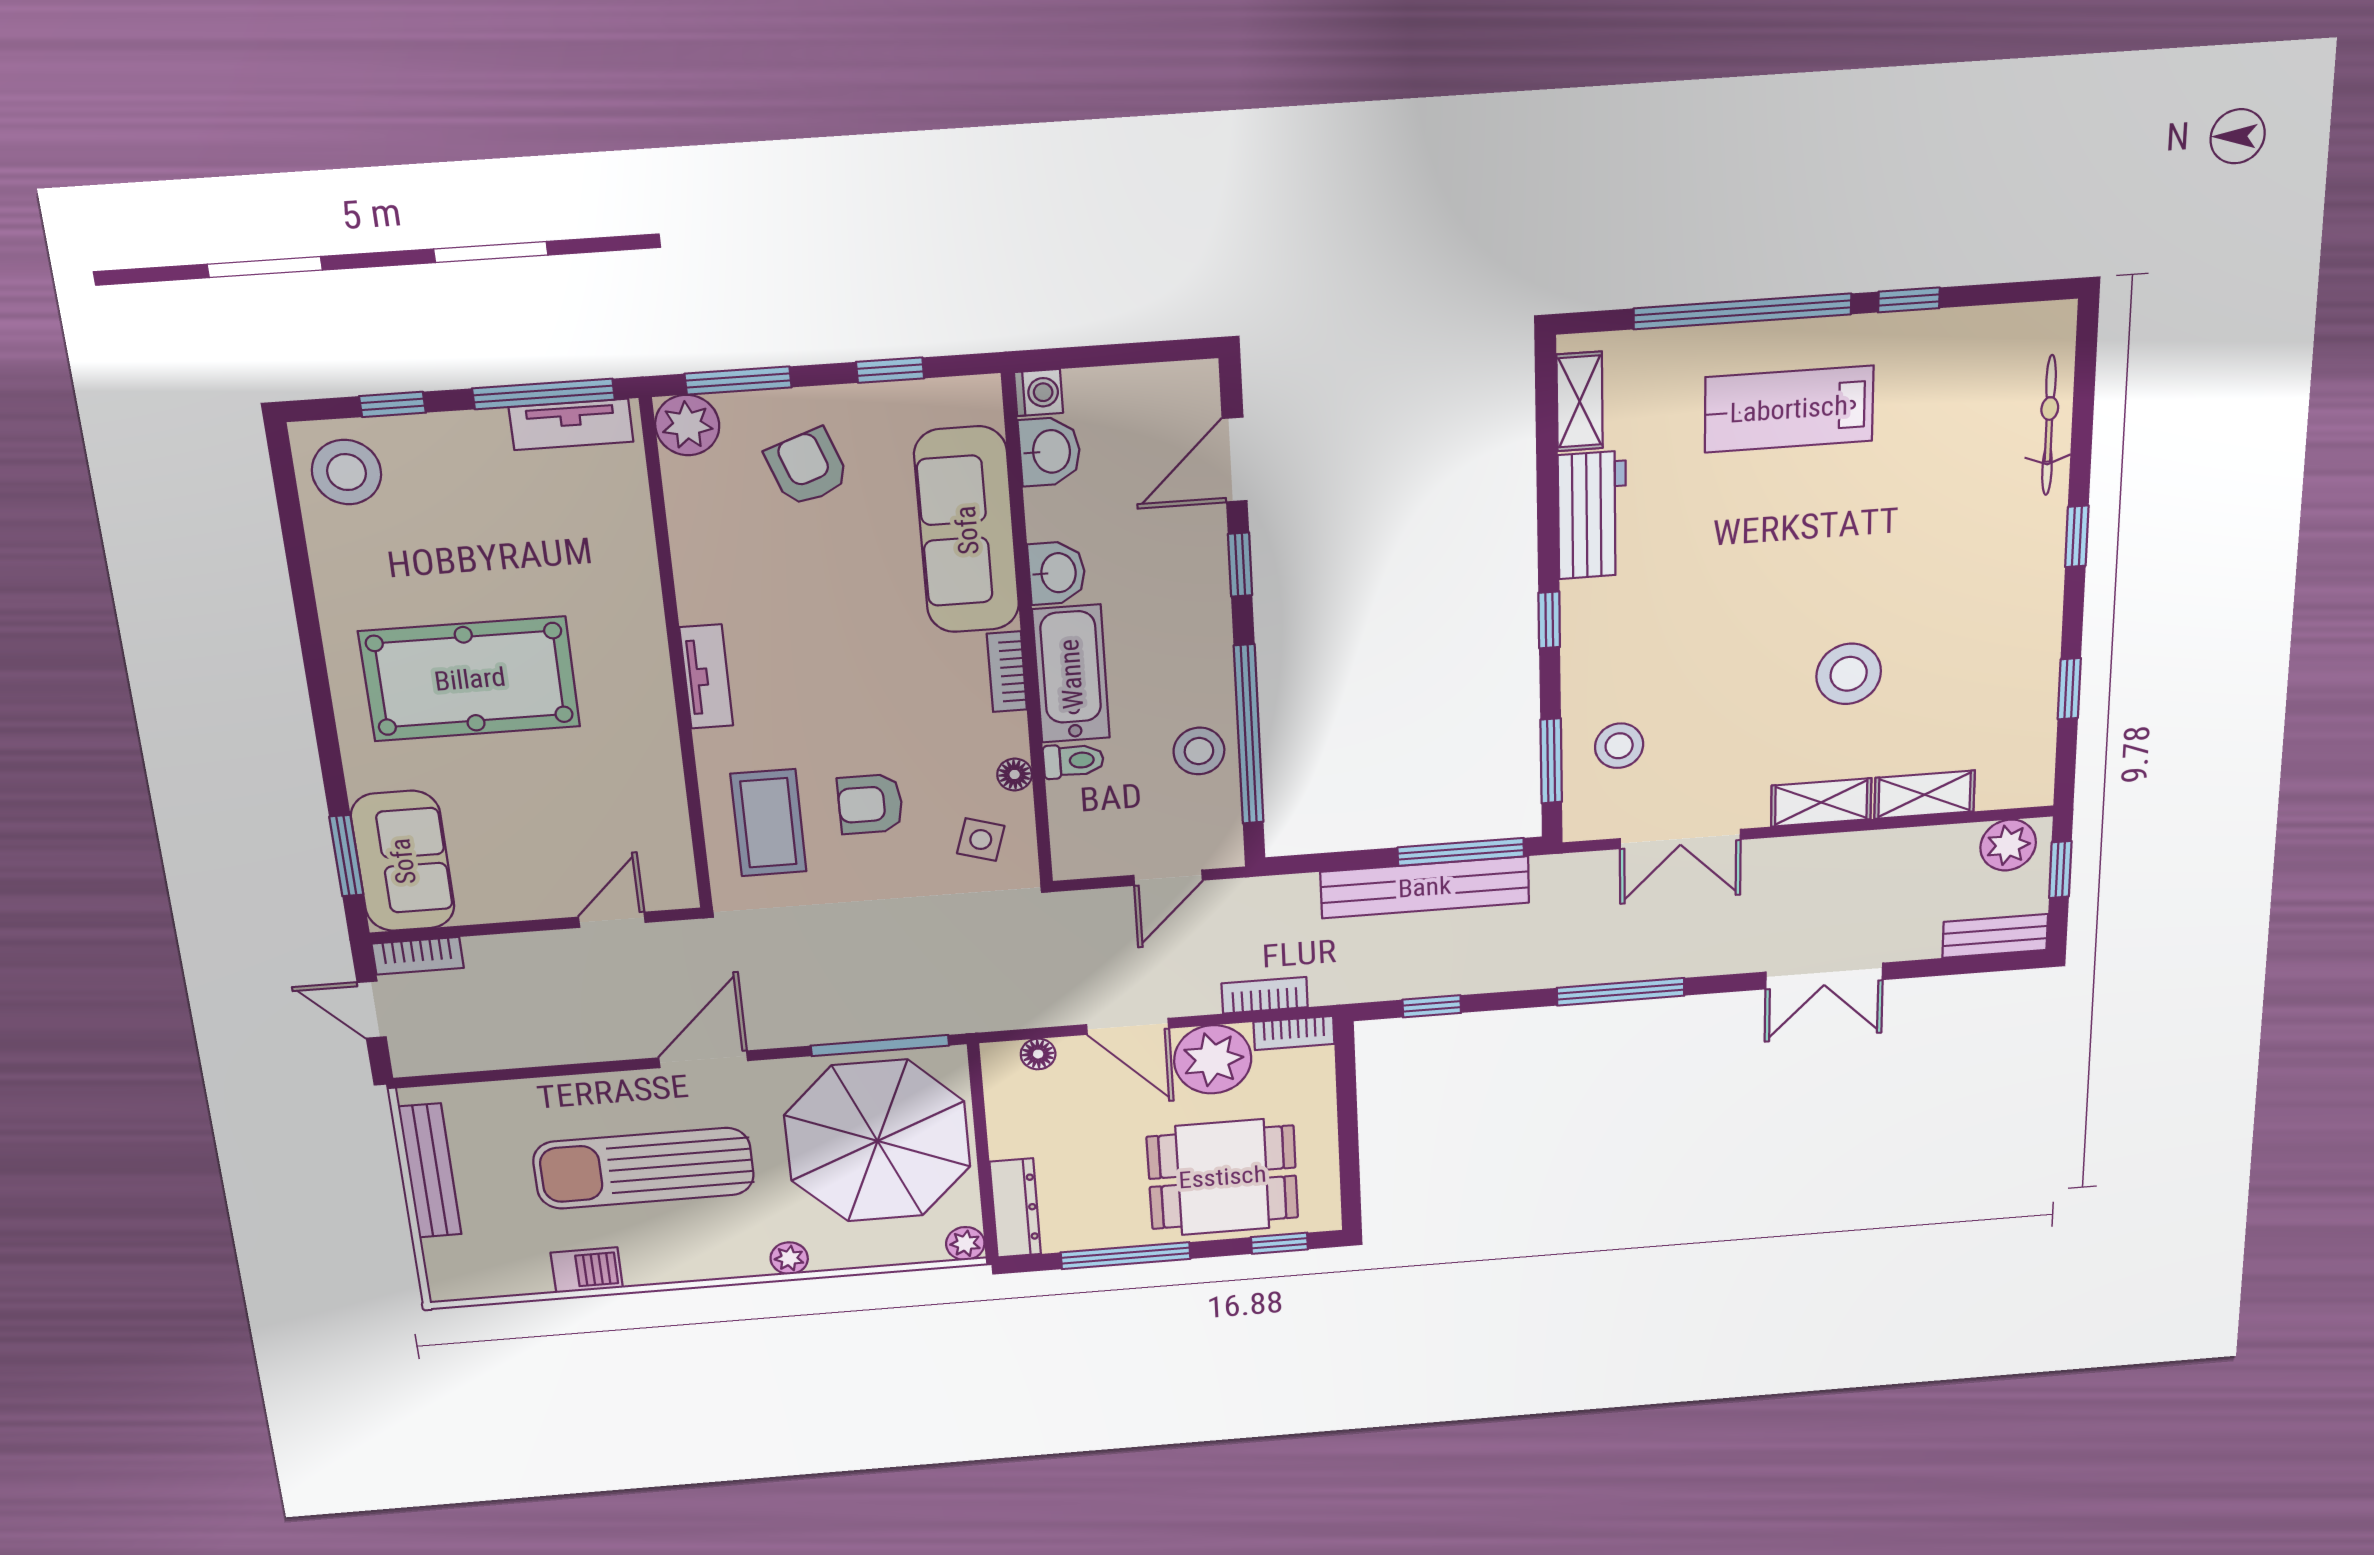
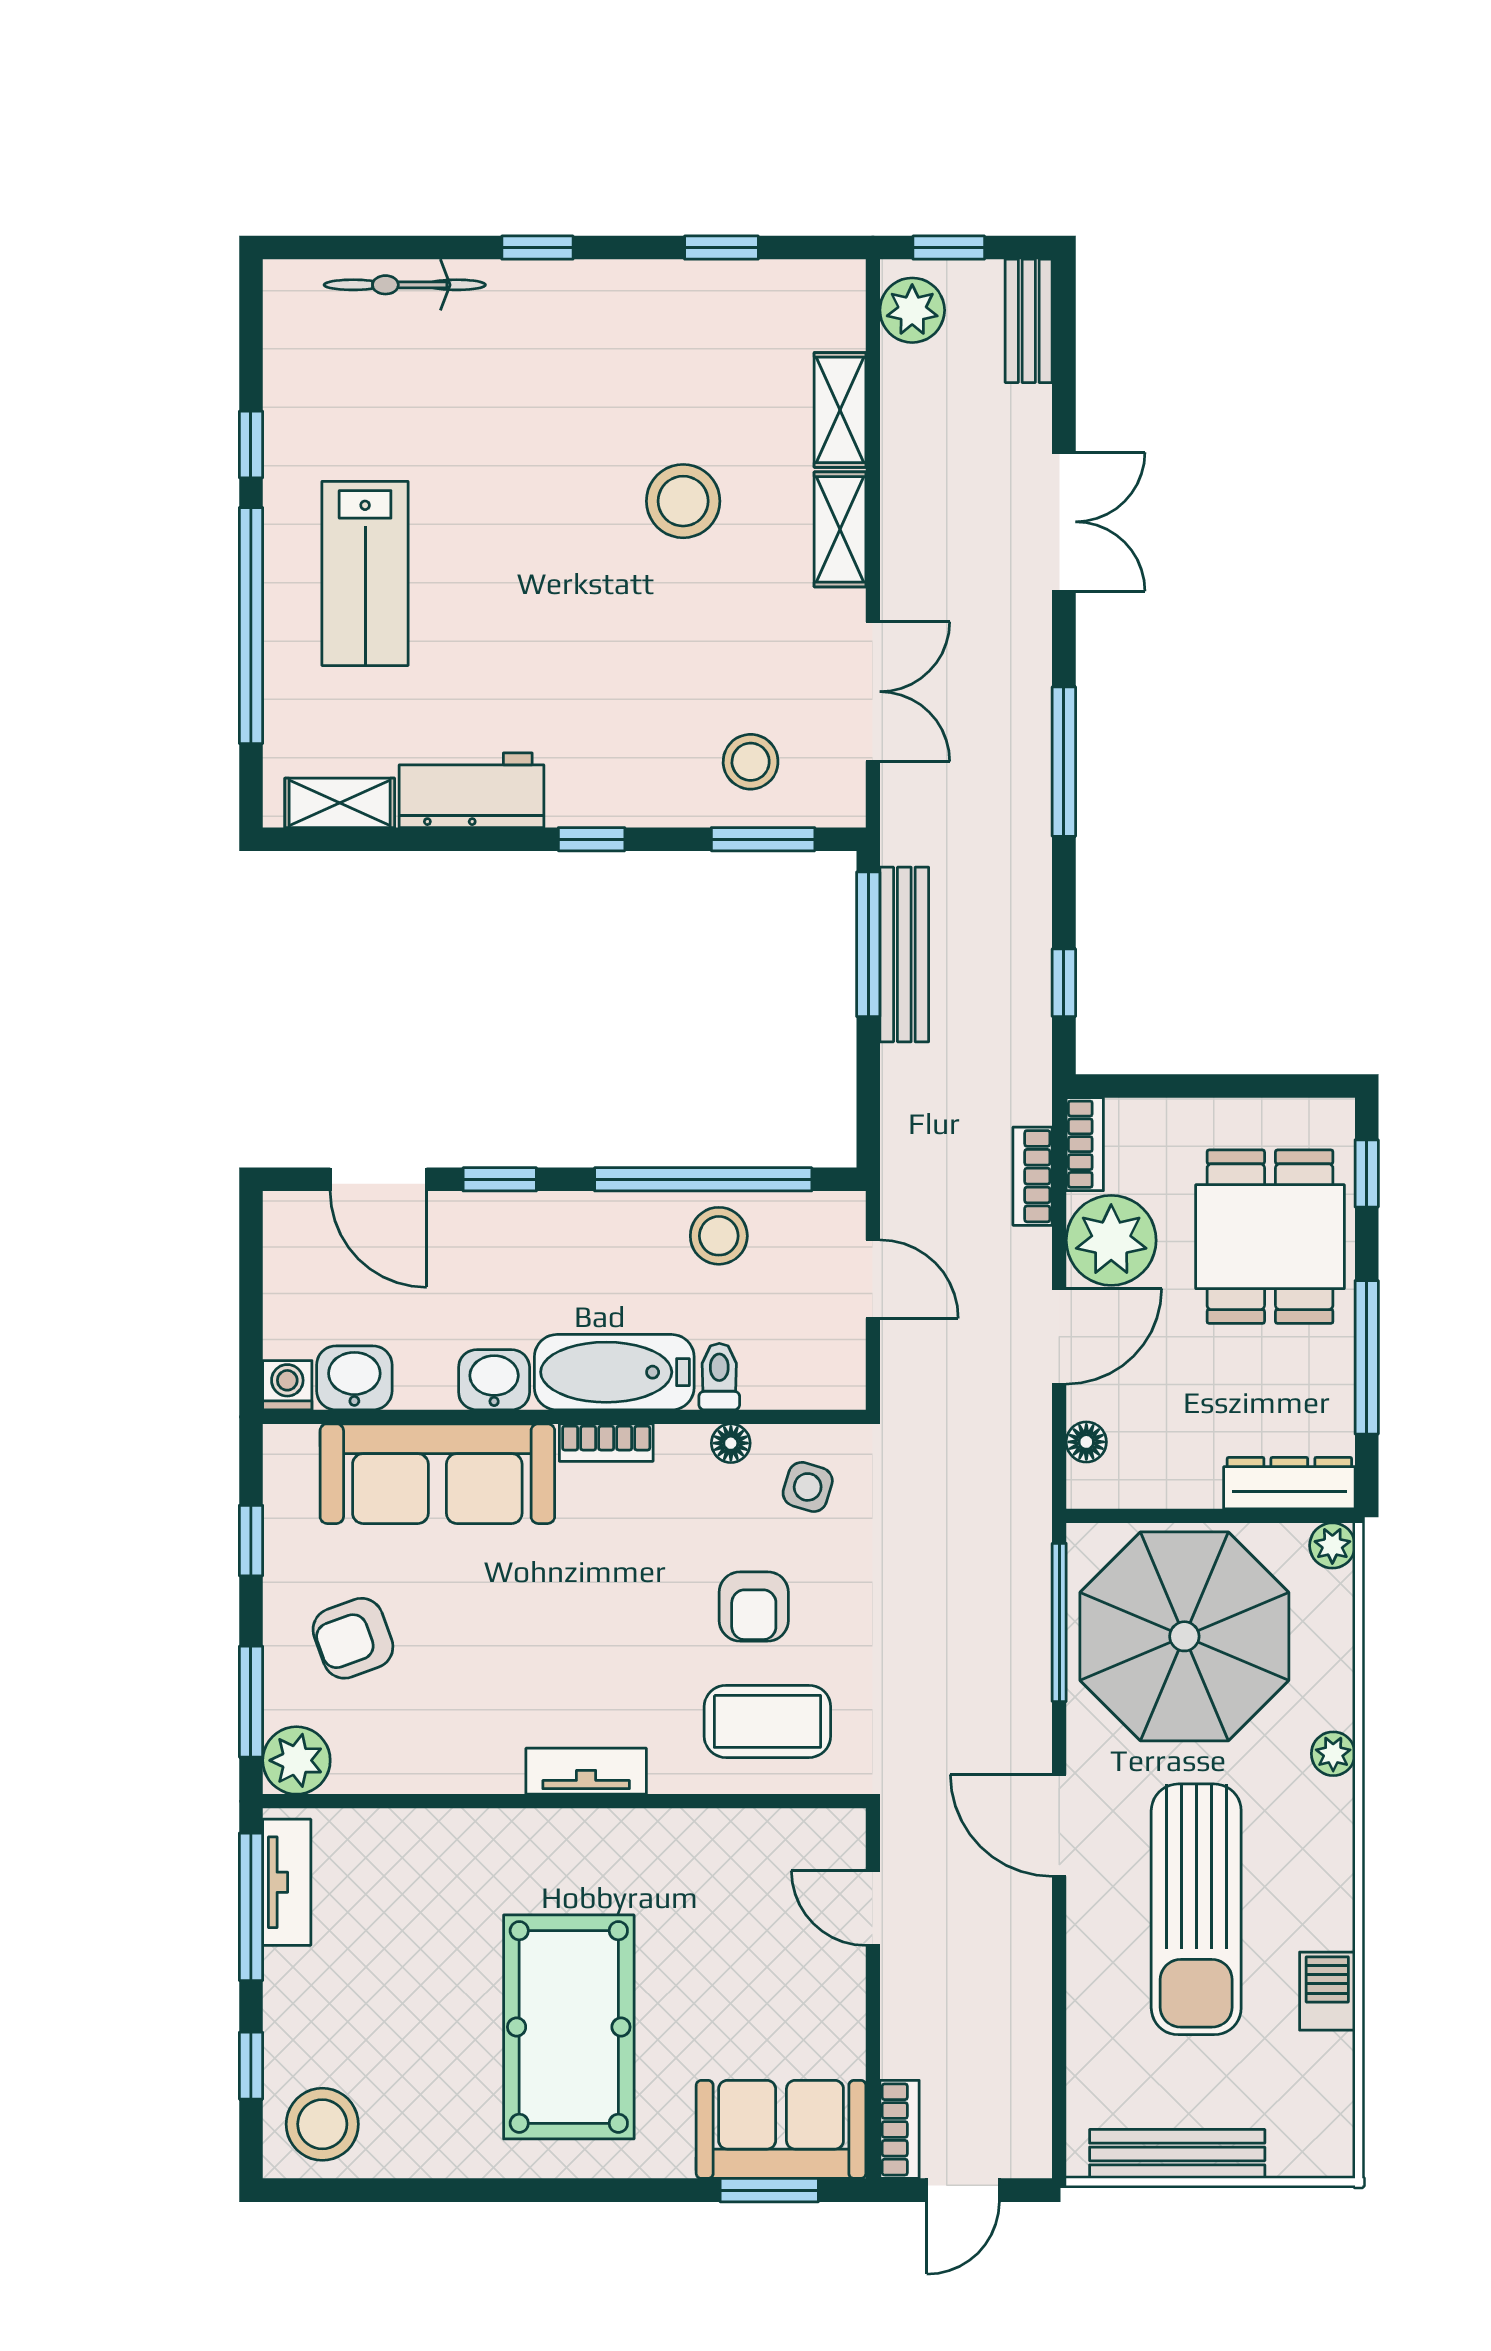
bench: (1425, 887) -> (904, 954), width x0.73, depth x0.82

